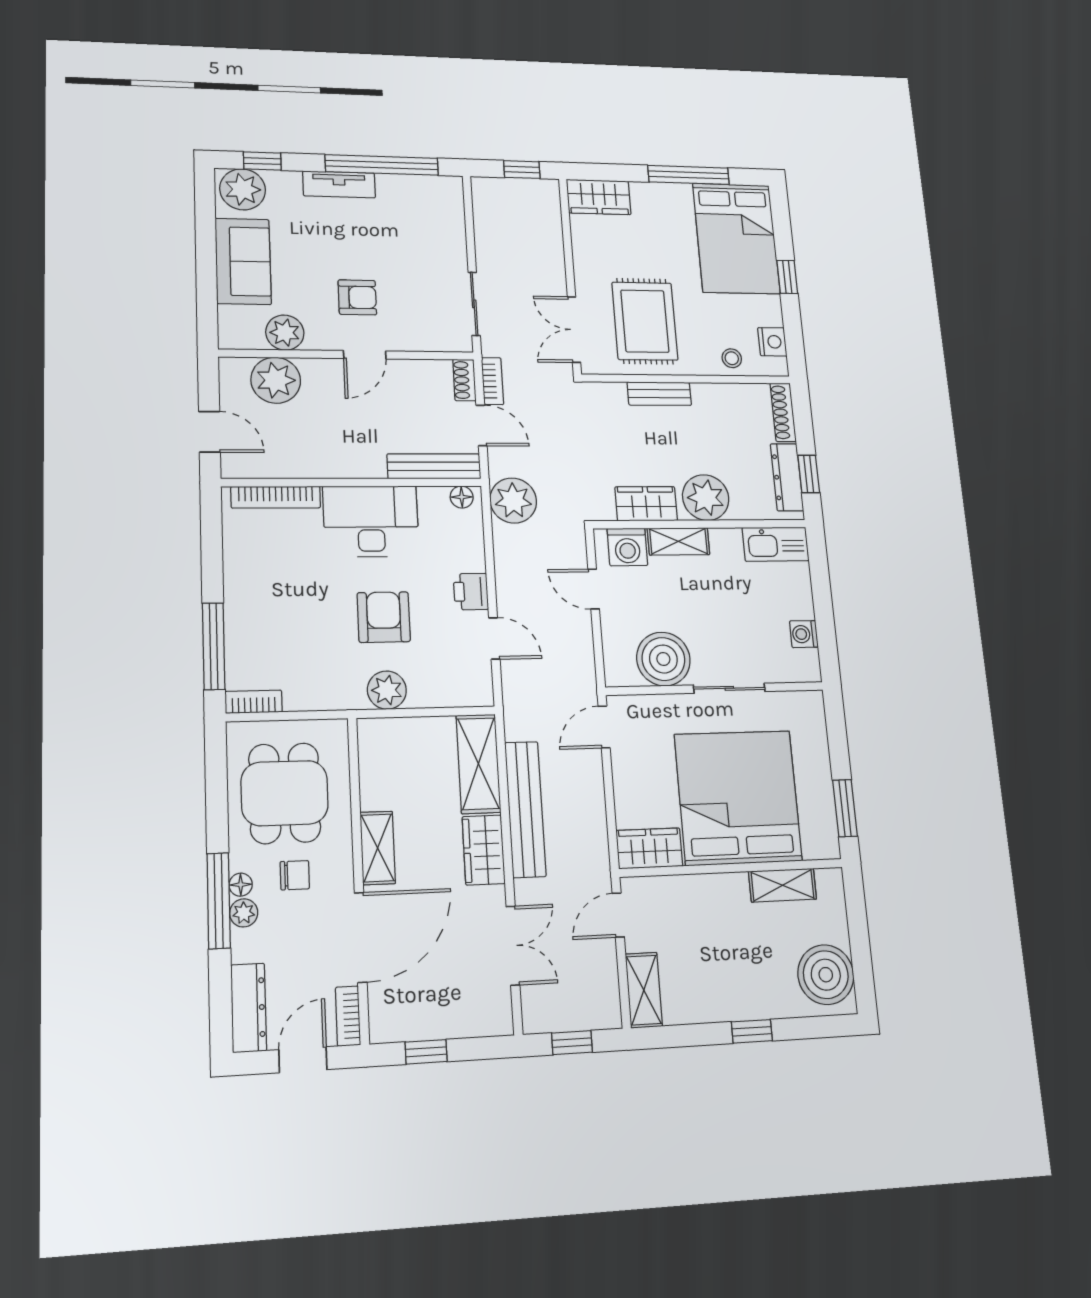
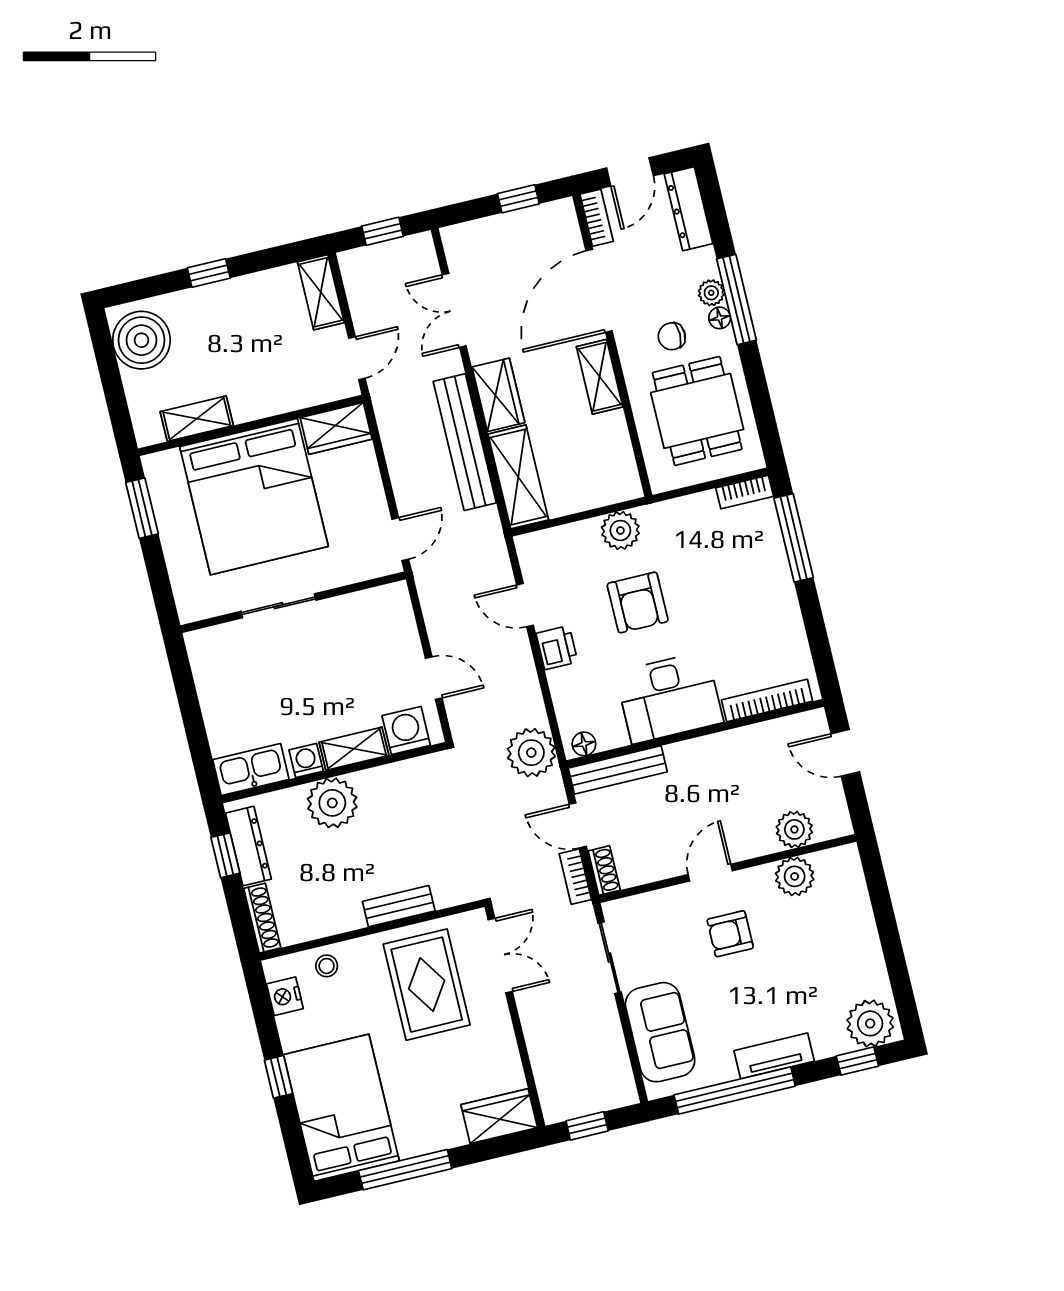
sofa: (243, 261) -> (660, 1032), moved, turned 180
plant: (276, 380) -> (794, 829), width x0.73, depth x0.73
wardrobe: (646, 504) -> (394, 781), removed
washing machine: (804, 634) -> (306, 761), moved, turned -90
boiler: (663, 659) -> (351, 621), removed

